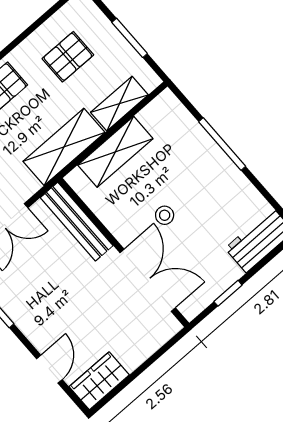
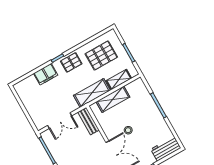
pallet: (68, 57) -> (101, 55), width x1.50, depth x1.42
bench: (77, 222) -> (88, 121), width x0.73

